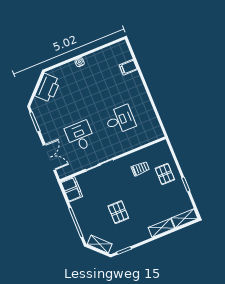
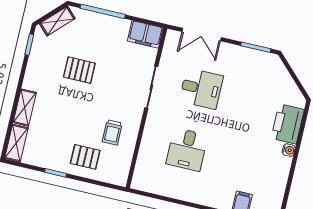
printer: (48, 88) -> (288, 124), moved, turned 45

